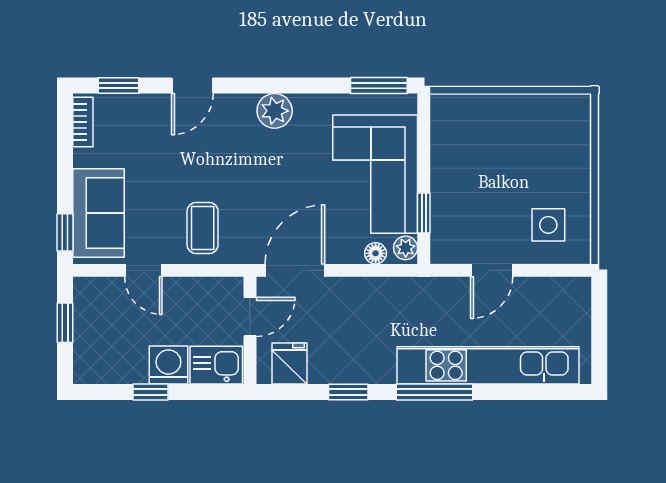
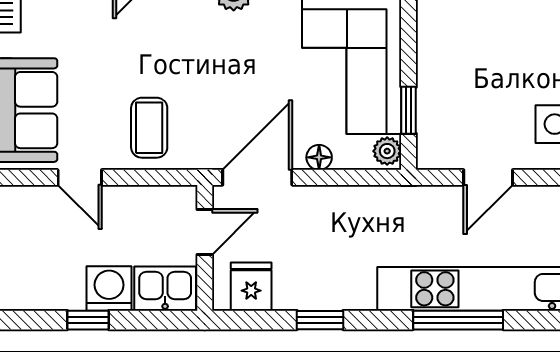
floor lamp: (376, 253) -> (319, 157), moved
window: (434, 392) -> (458, 320), moved

